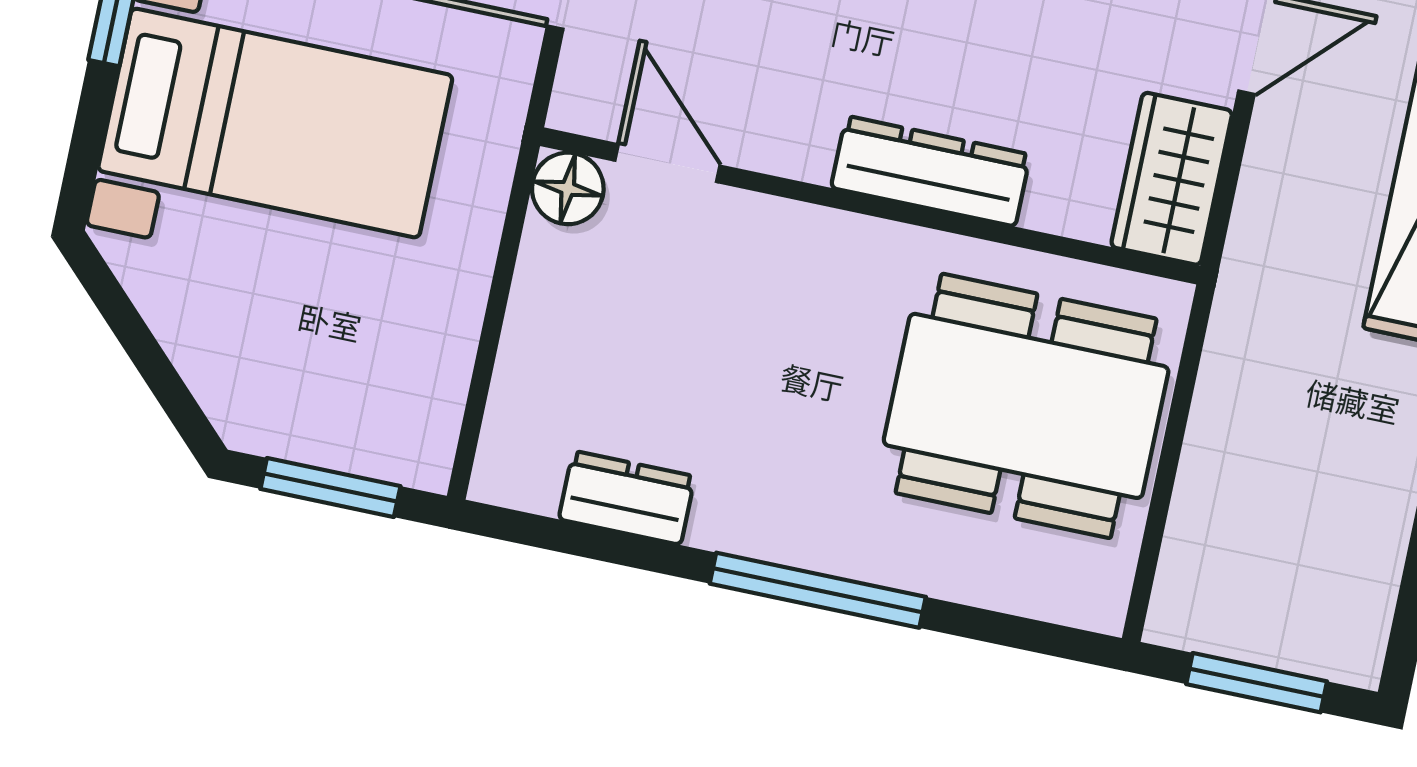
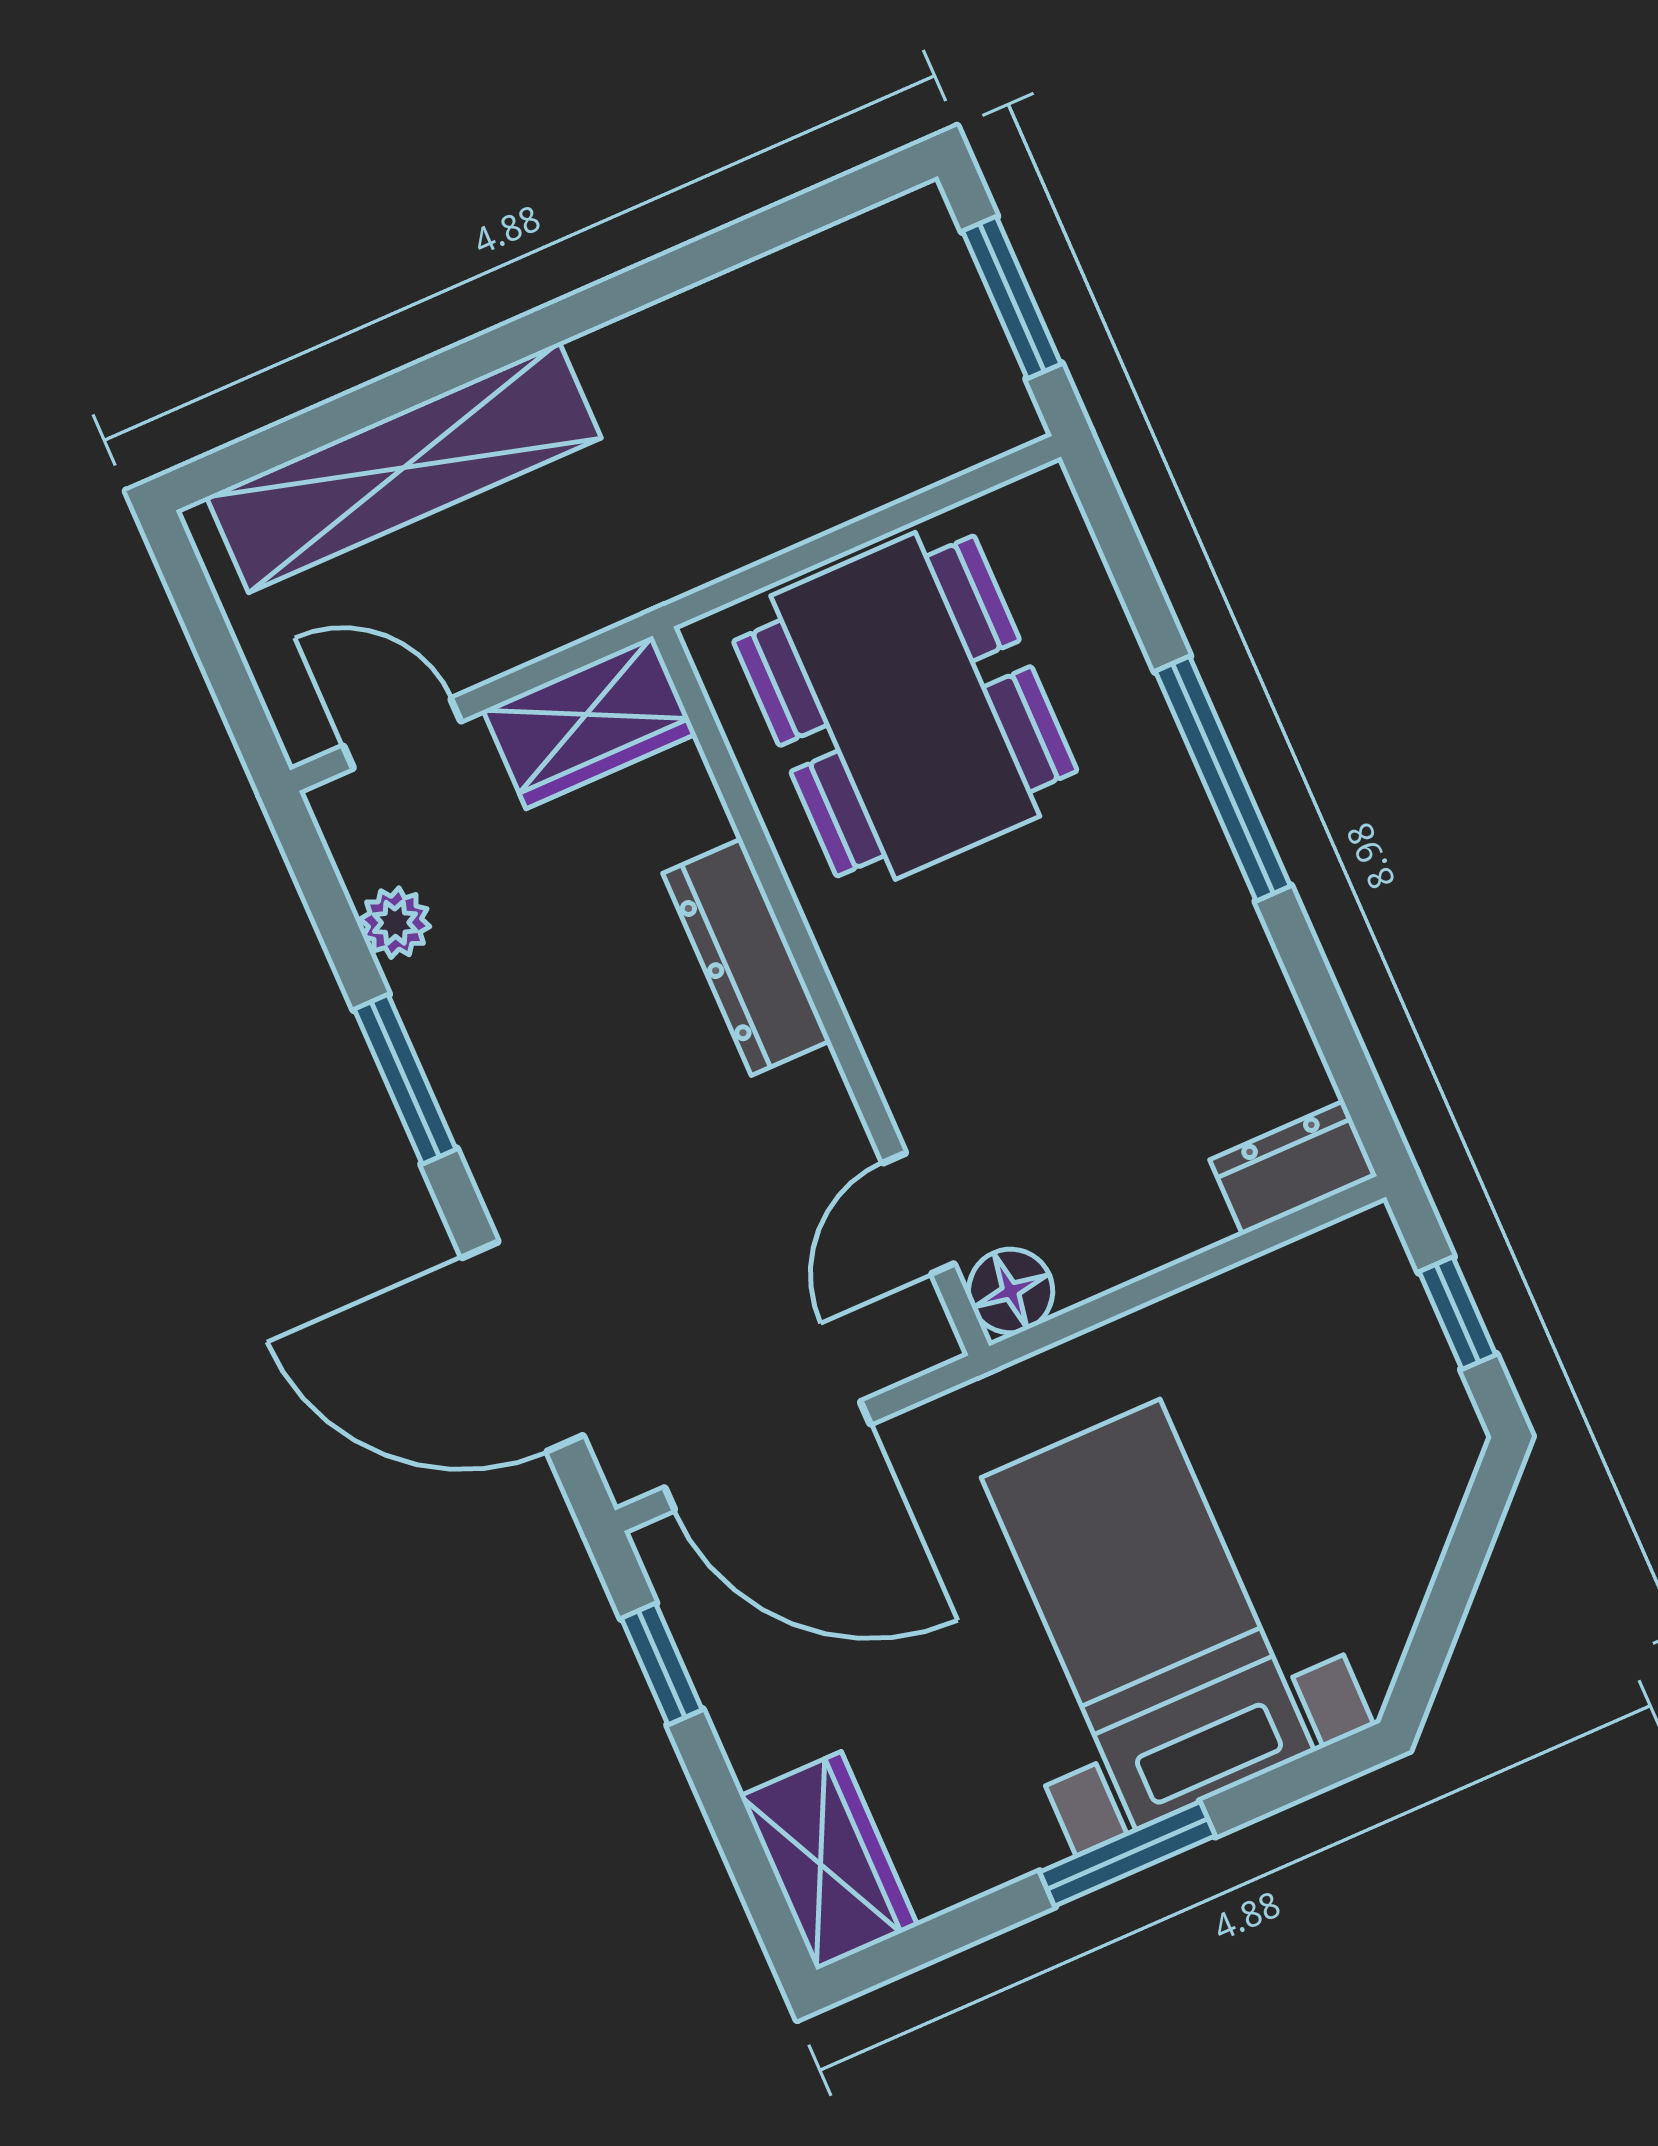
window: (330, 488) -> (1458, 1313), width x0.67
dresser: (627, 498) -> (1293, 1168), moved, turned 90

